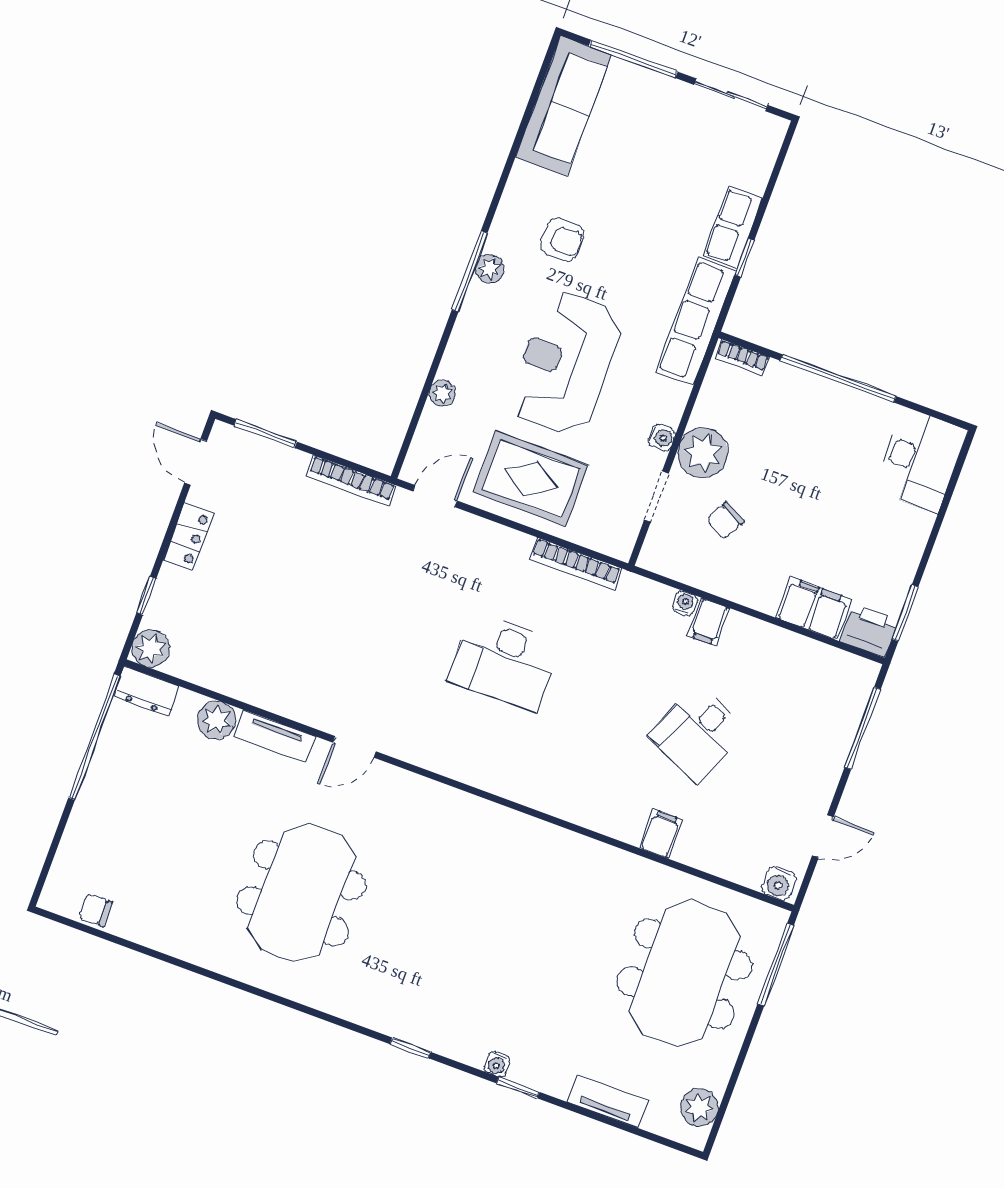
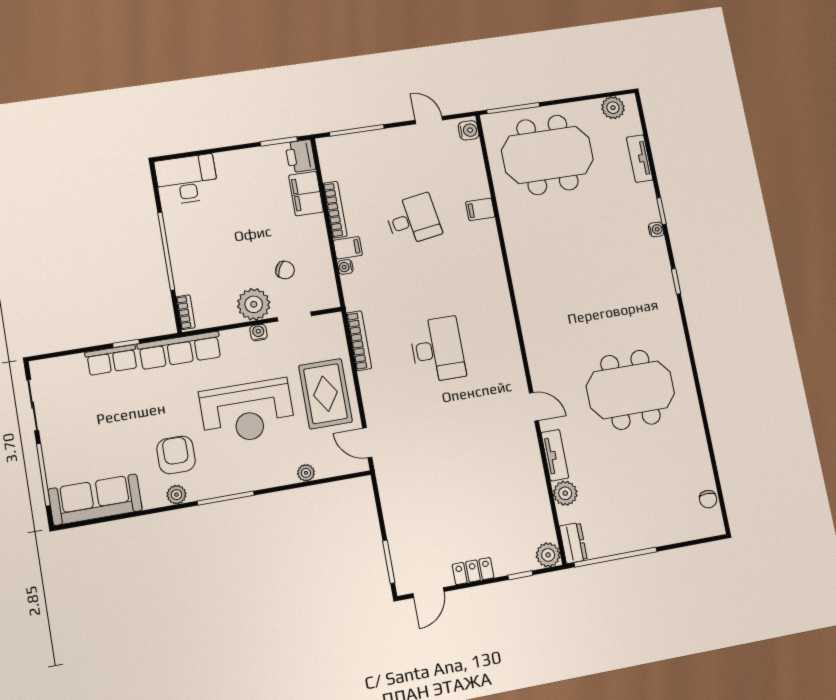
armchair: (562, 240) -> (176, 455), width x1.38, depth x1.38
plant: (490, 269) -> (176, 495), moved
bookcase: (351, 481) -> (335, 210), moved
desk: (698, 733) -> (413, 220), turned -33

